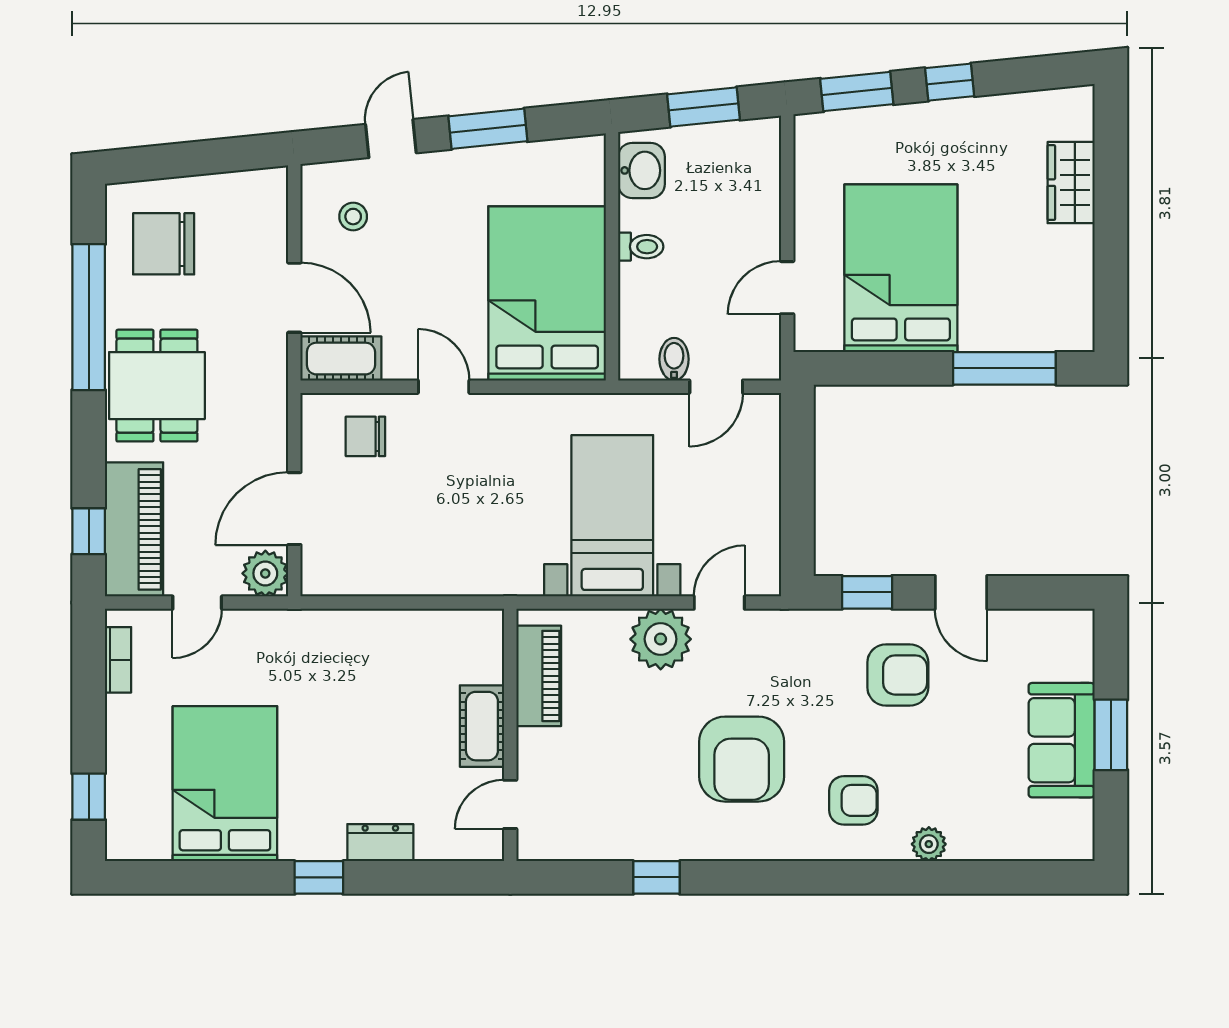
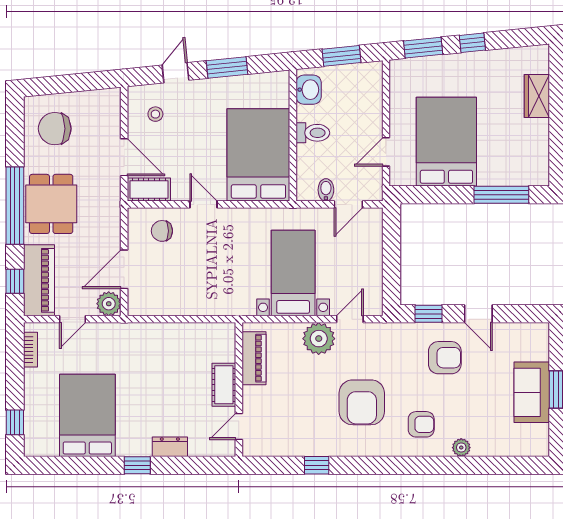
toilet: (641, 247) -> (313, 133), width x1.37, depth x1.39
window: (89, 317) -> (15, 206), moved

